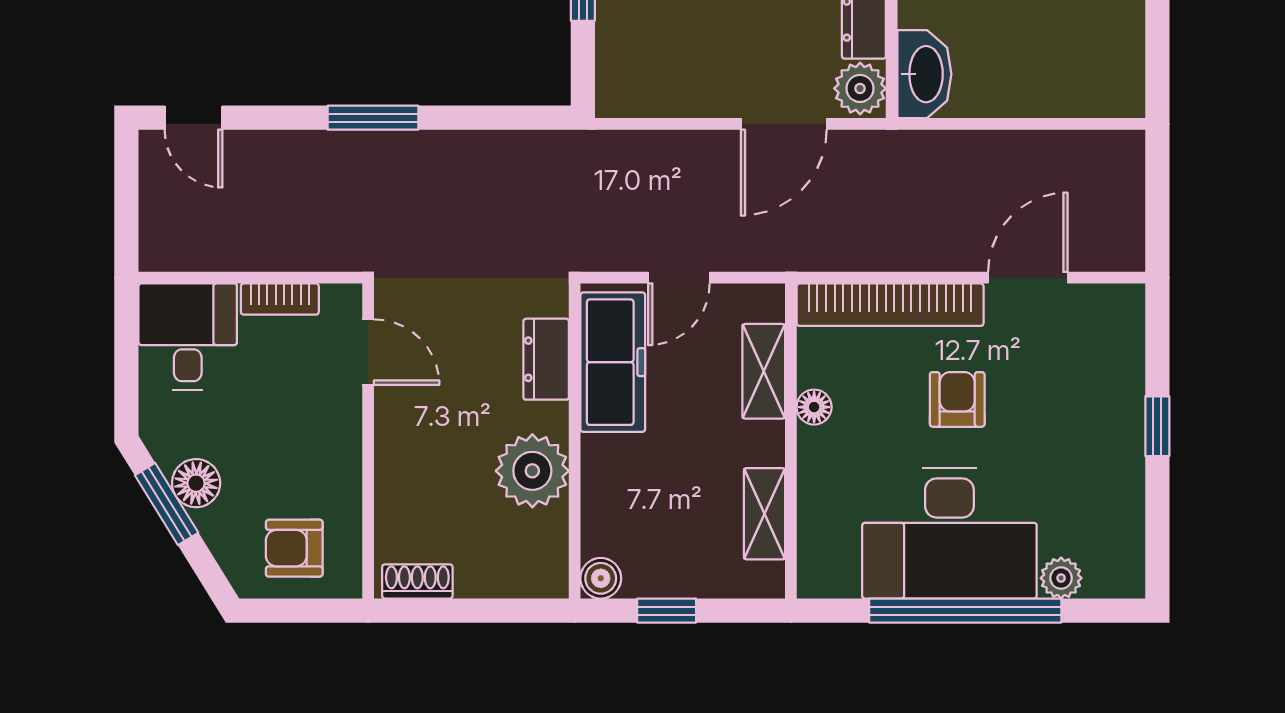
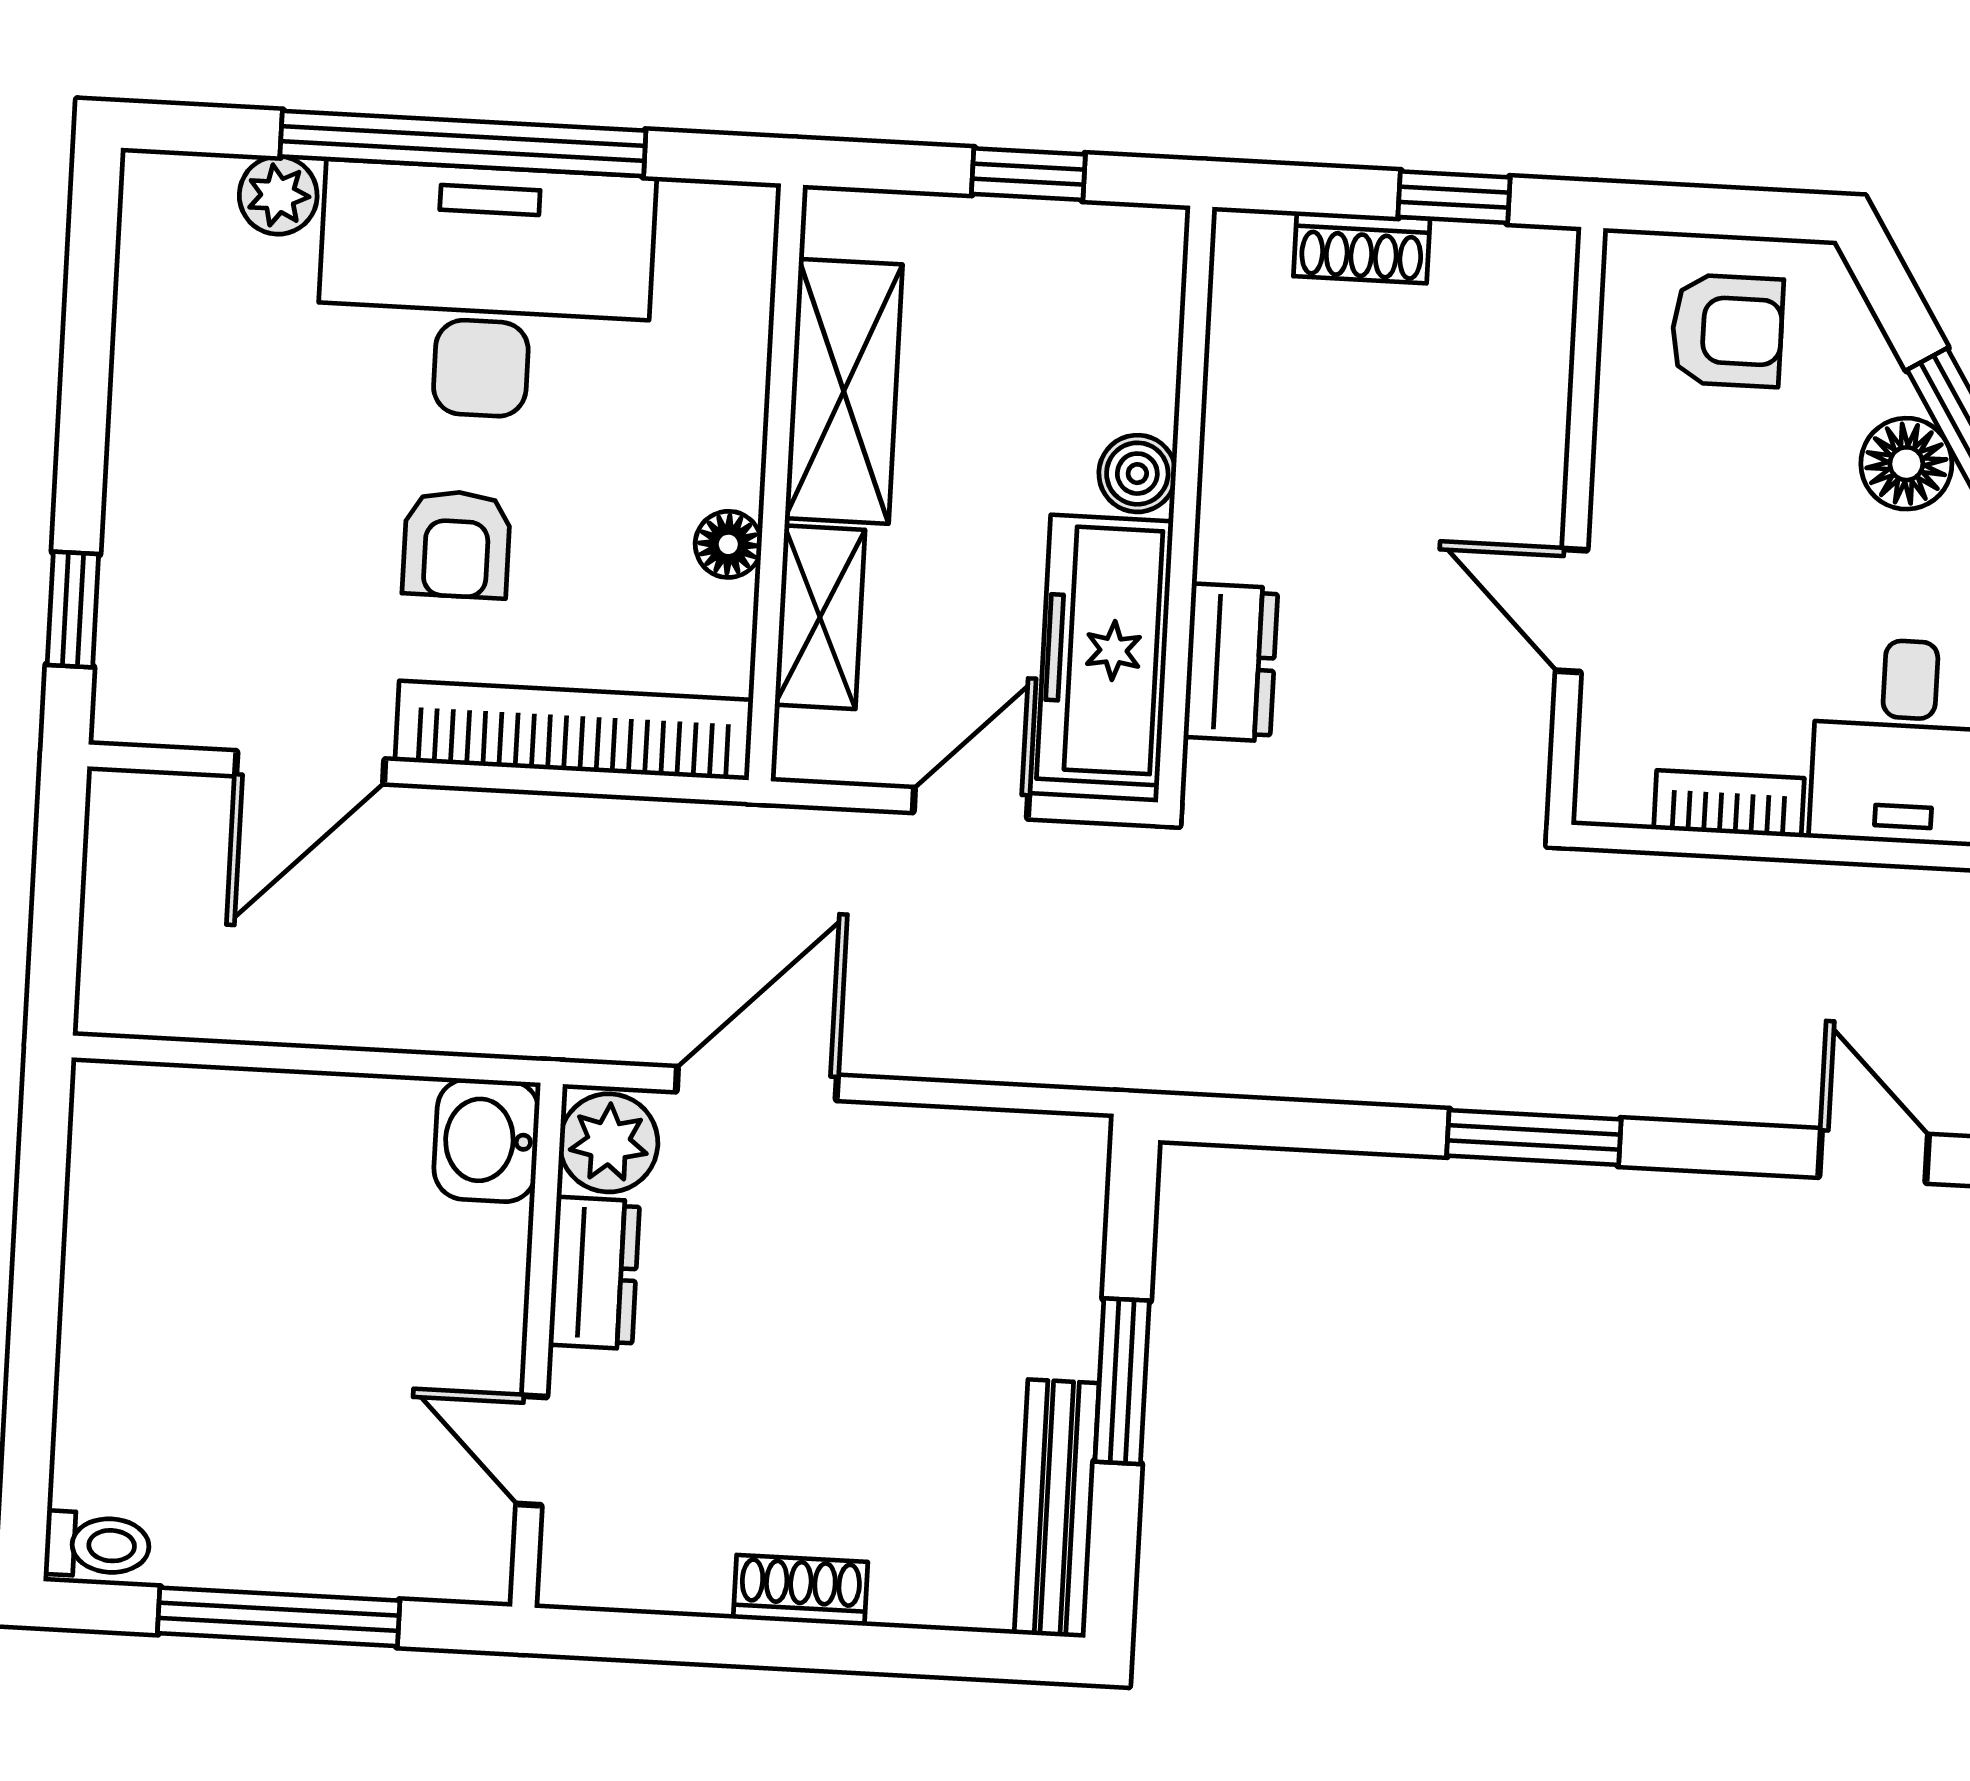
washbasin: (924, 74) -> (487, 1140), width x0.72
door: (368, 352) -> (1572, 610), moved
window: (1157, 426) -> (73, 610), moved
plant: (532, 471) -> (1268, 453), removed
shelving: (765, 514) -> (844, 391), width x1.50, depth x1.33
boiler: (601, 578) -> (1137, 474), moved
shoe rack: (417, 581) -> (1362, 247), moved
window: (442, 611) -> (1454, 197), added

